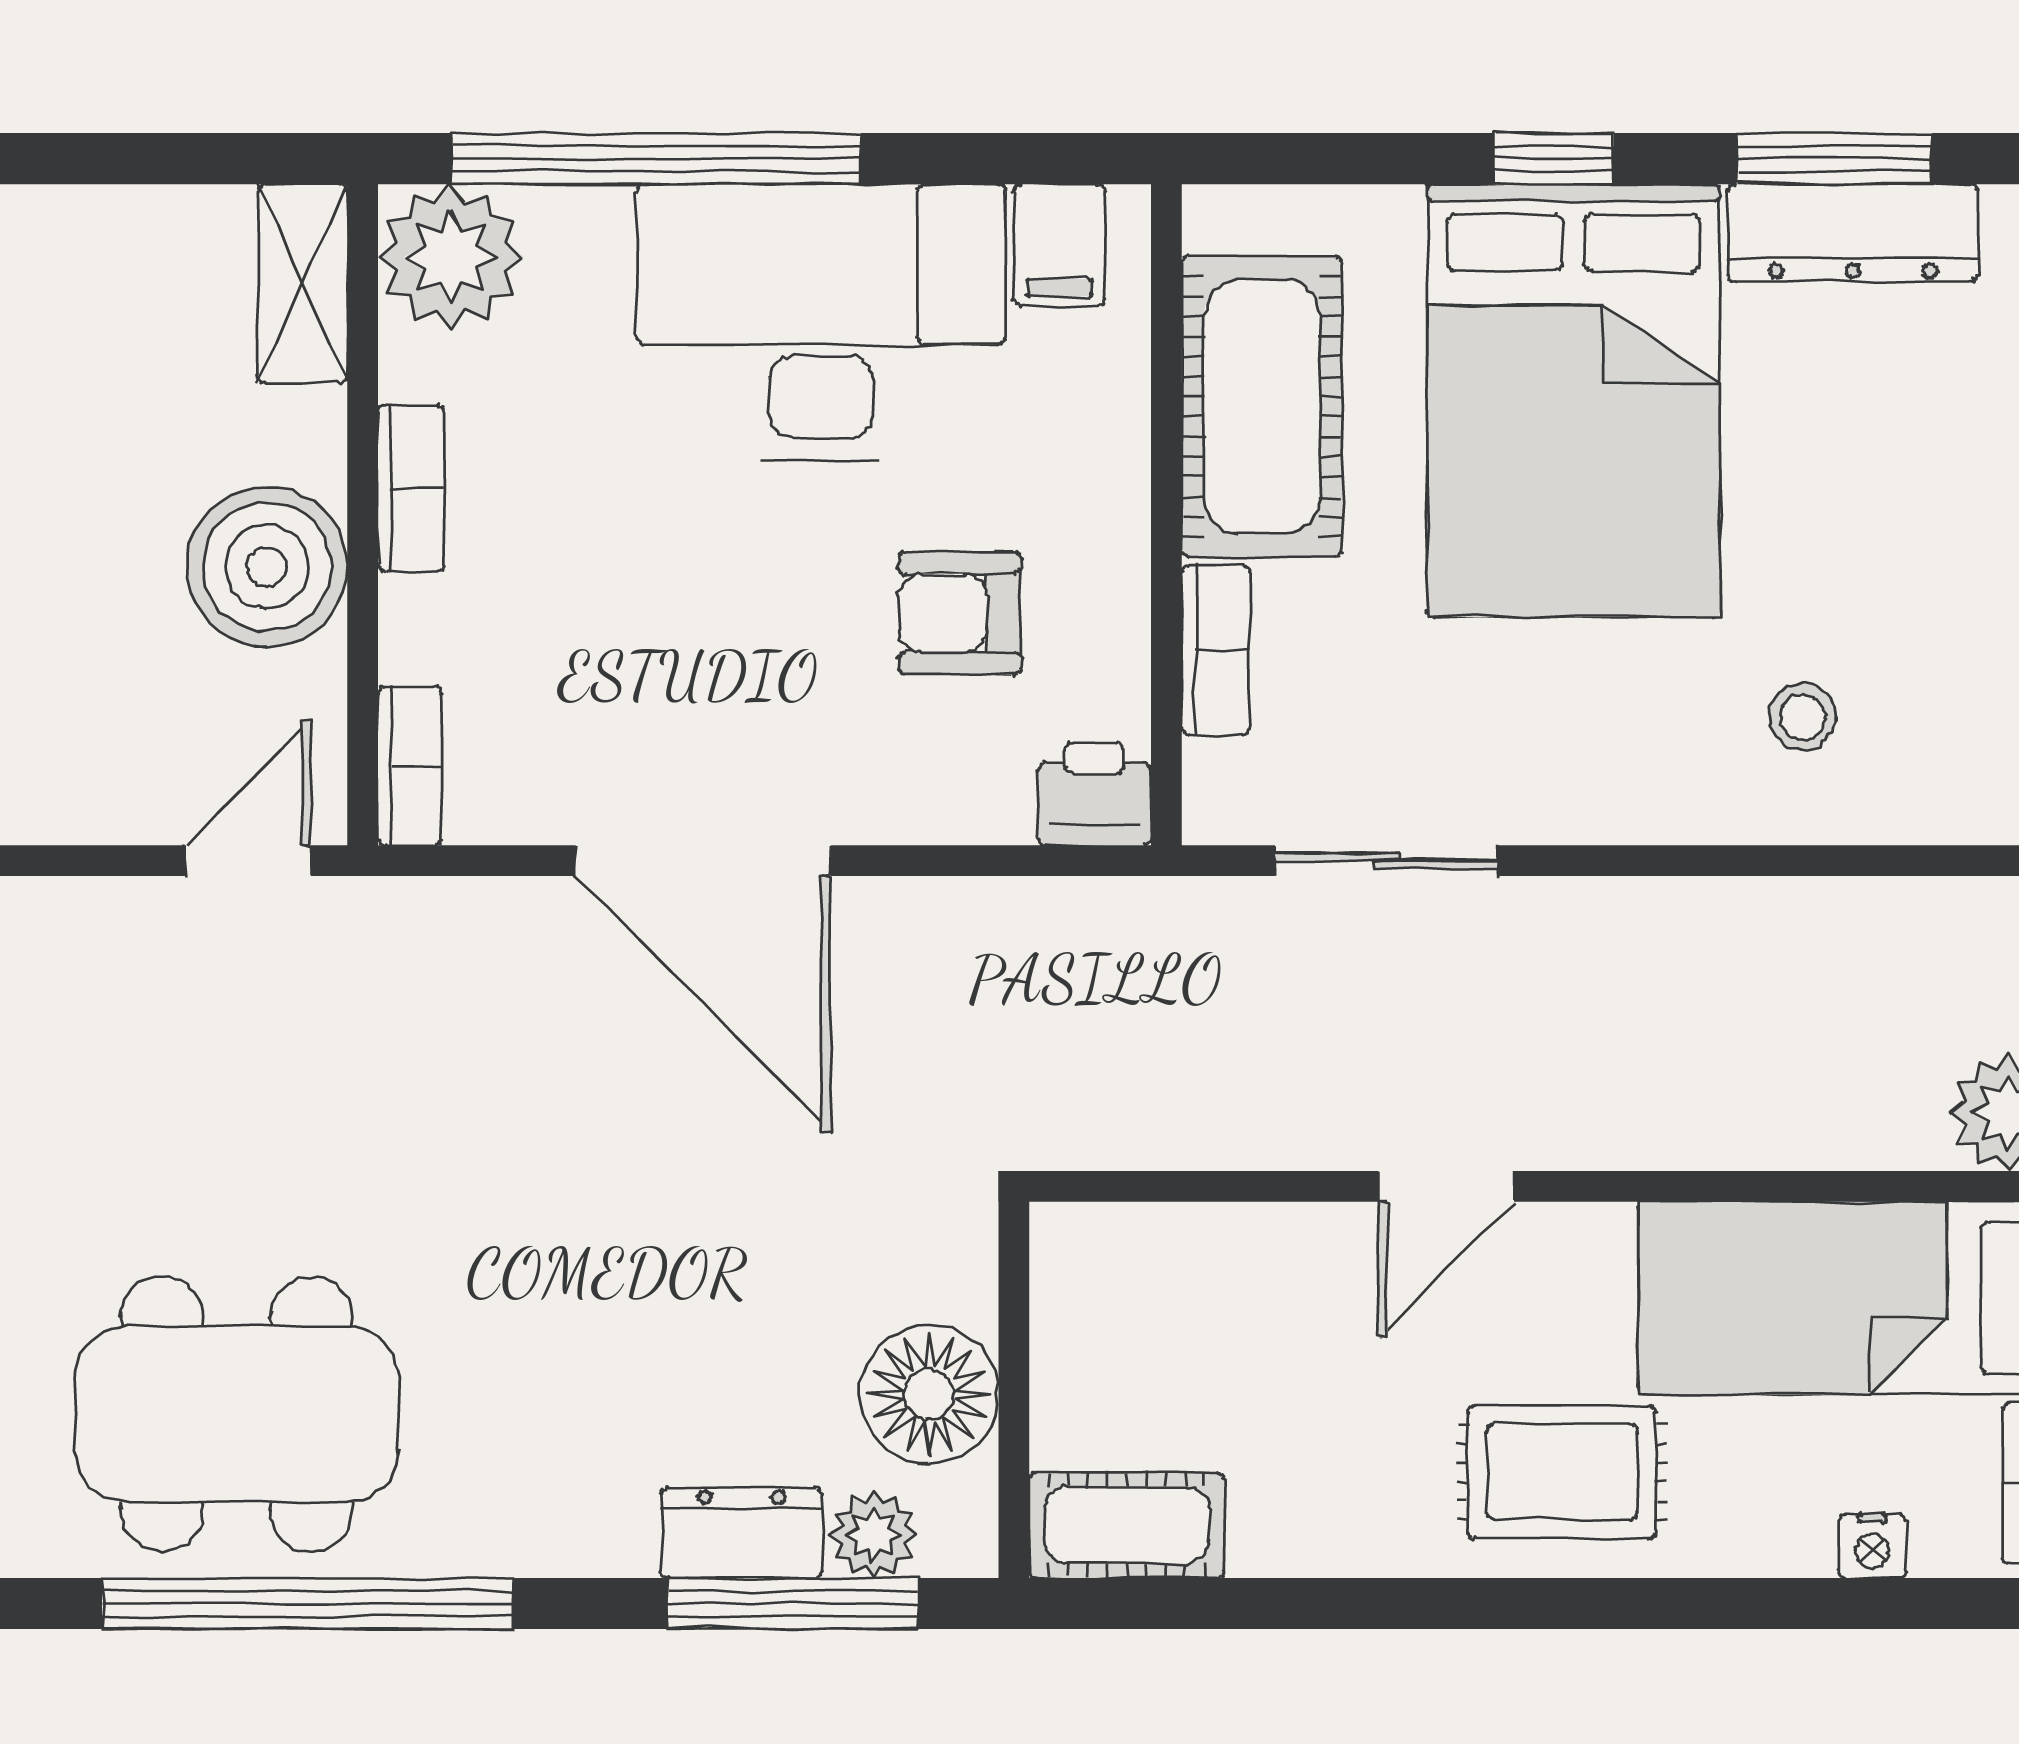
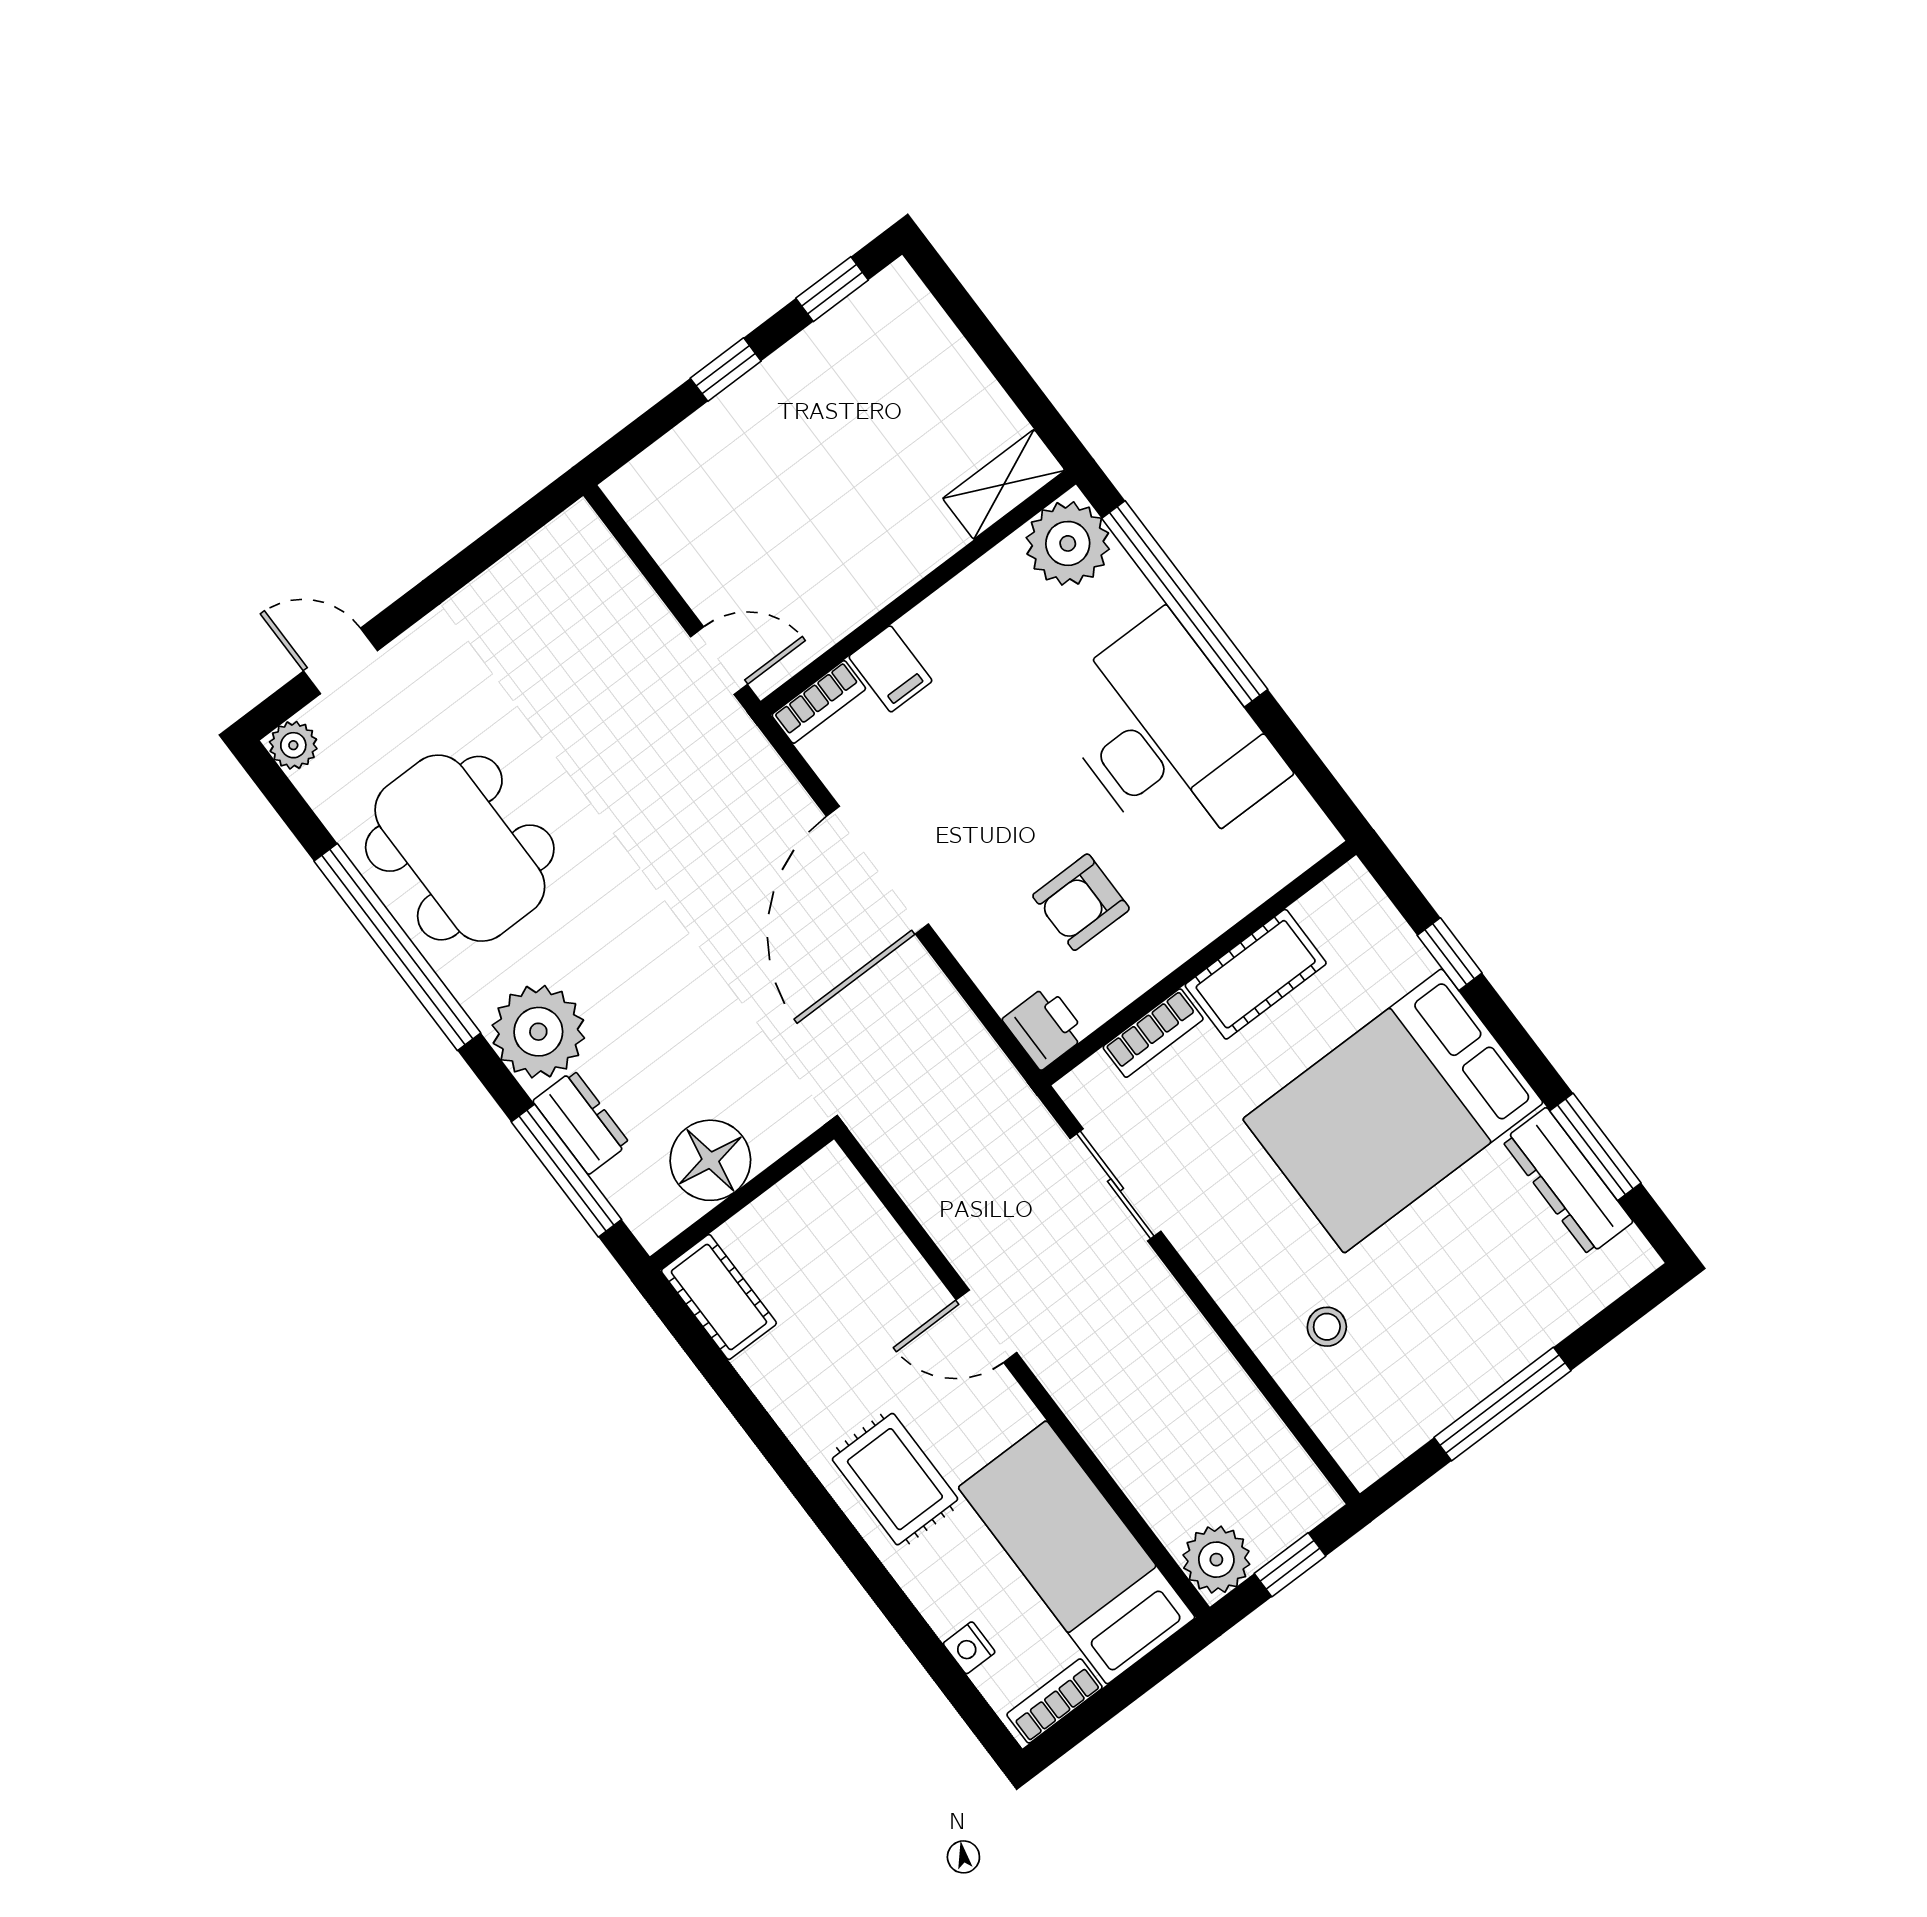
window: (1554, 159) -> (1450, 954), moved
filing cabinet: (1059, 245) -> (890, 669), moved, turned -90
cot: (1262, 407) -> (1256, 974), width x0.73, depth x0.75
bookcase: (411, 488) -> (947, 606), removed
boiler: (267, 567) -> (861, 567), removed
armchair: (960, 613) -> (1081, 902), turned -90
plant: (874, 1535) -> (538, 1032), moved, width x1.87, depth x1.87

